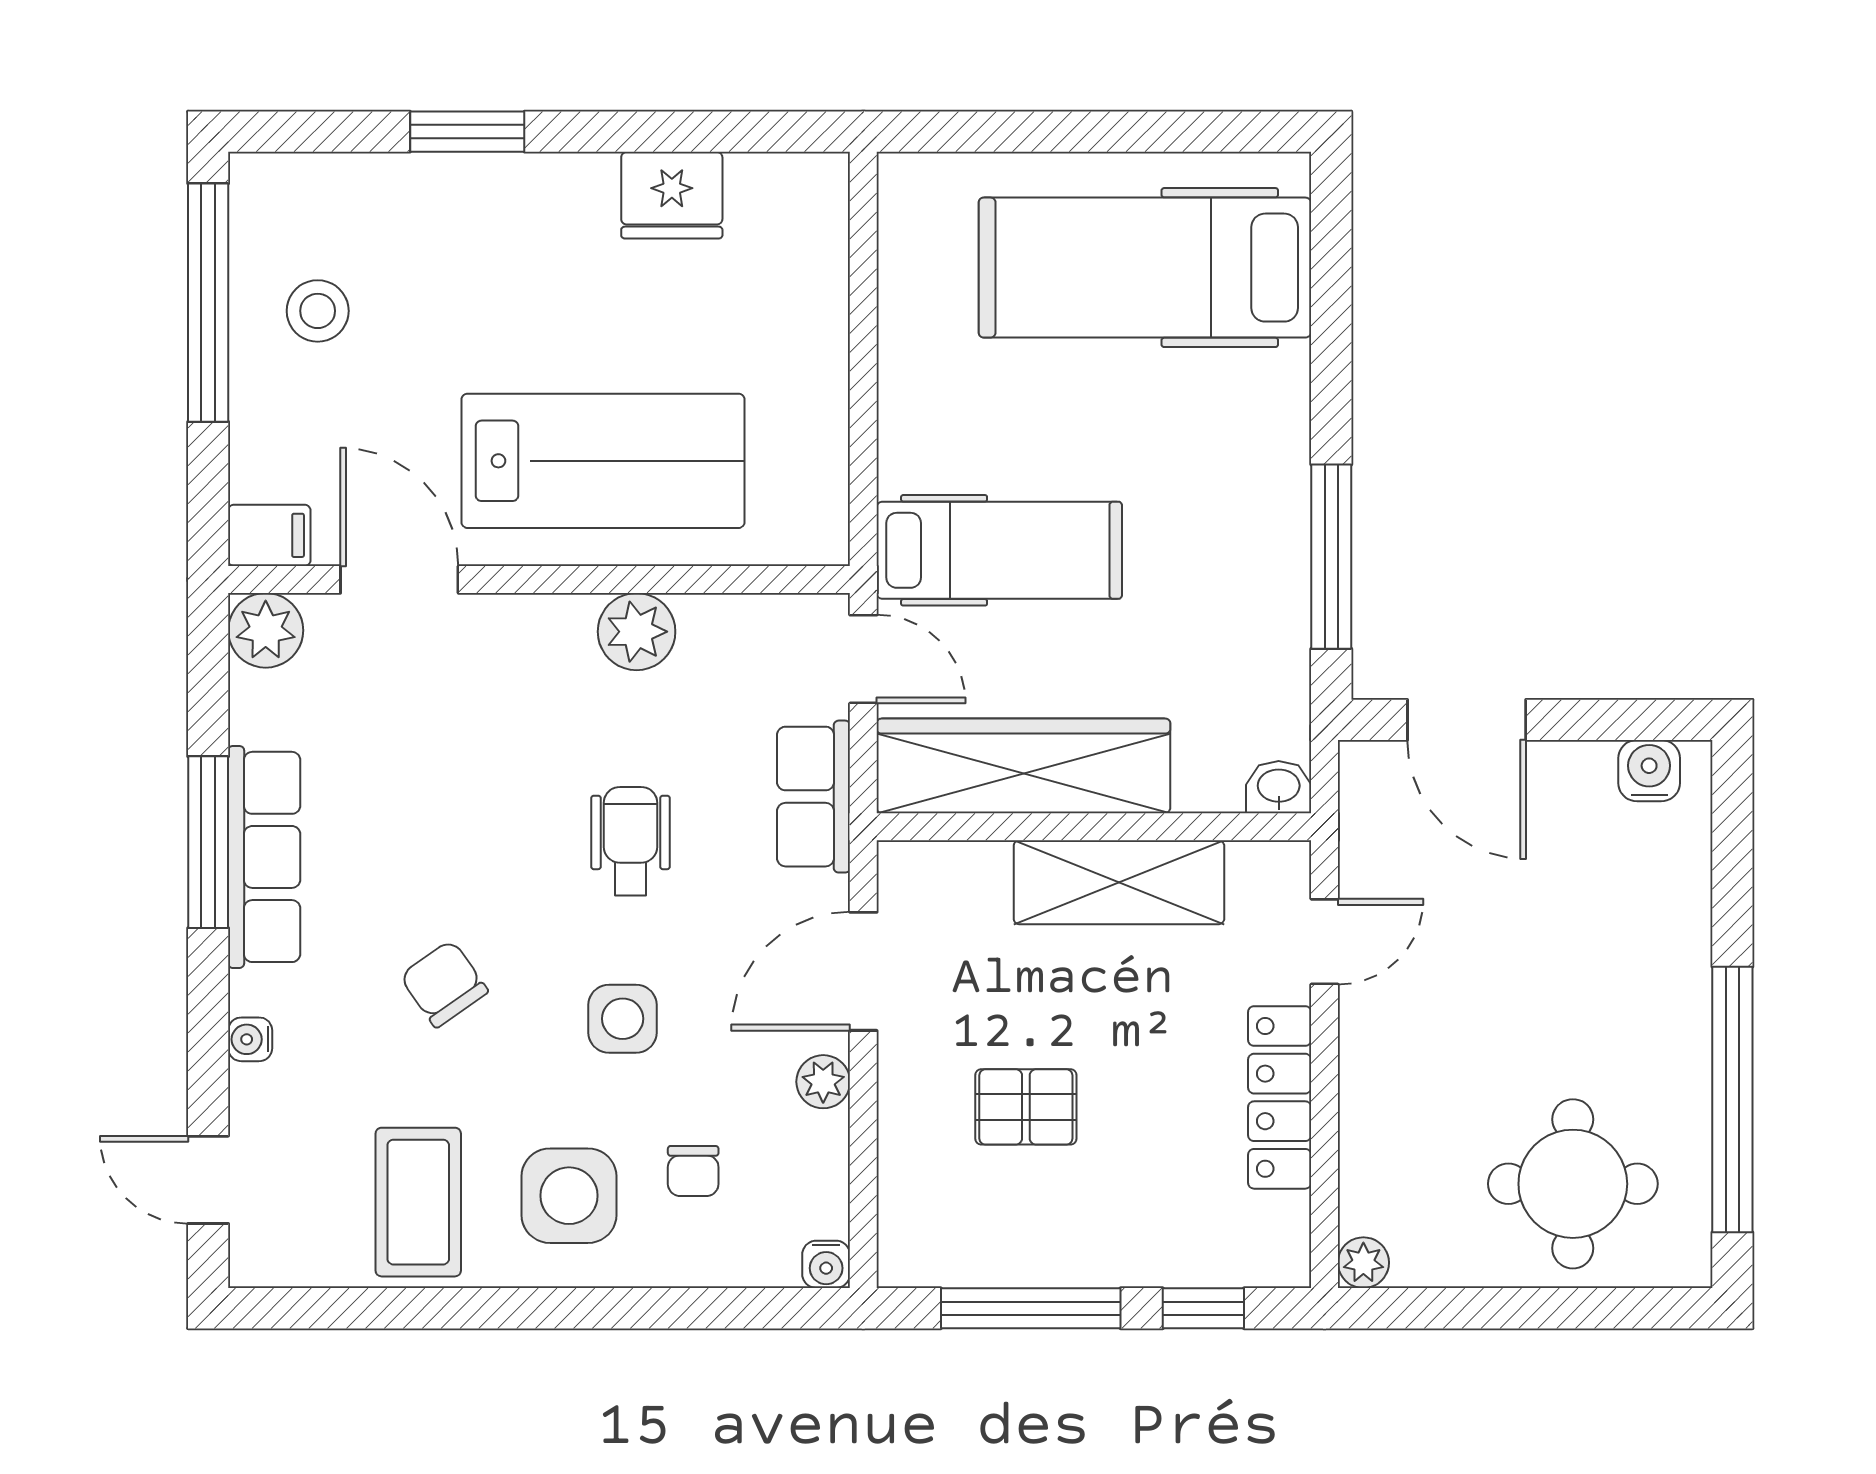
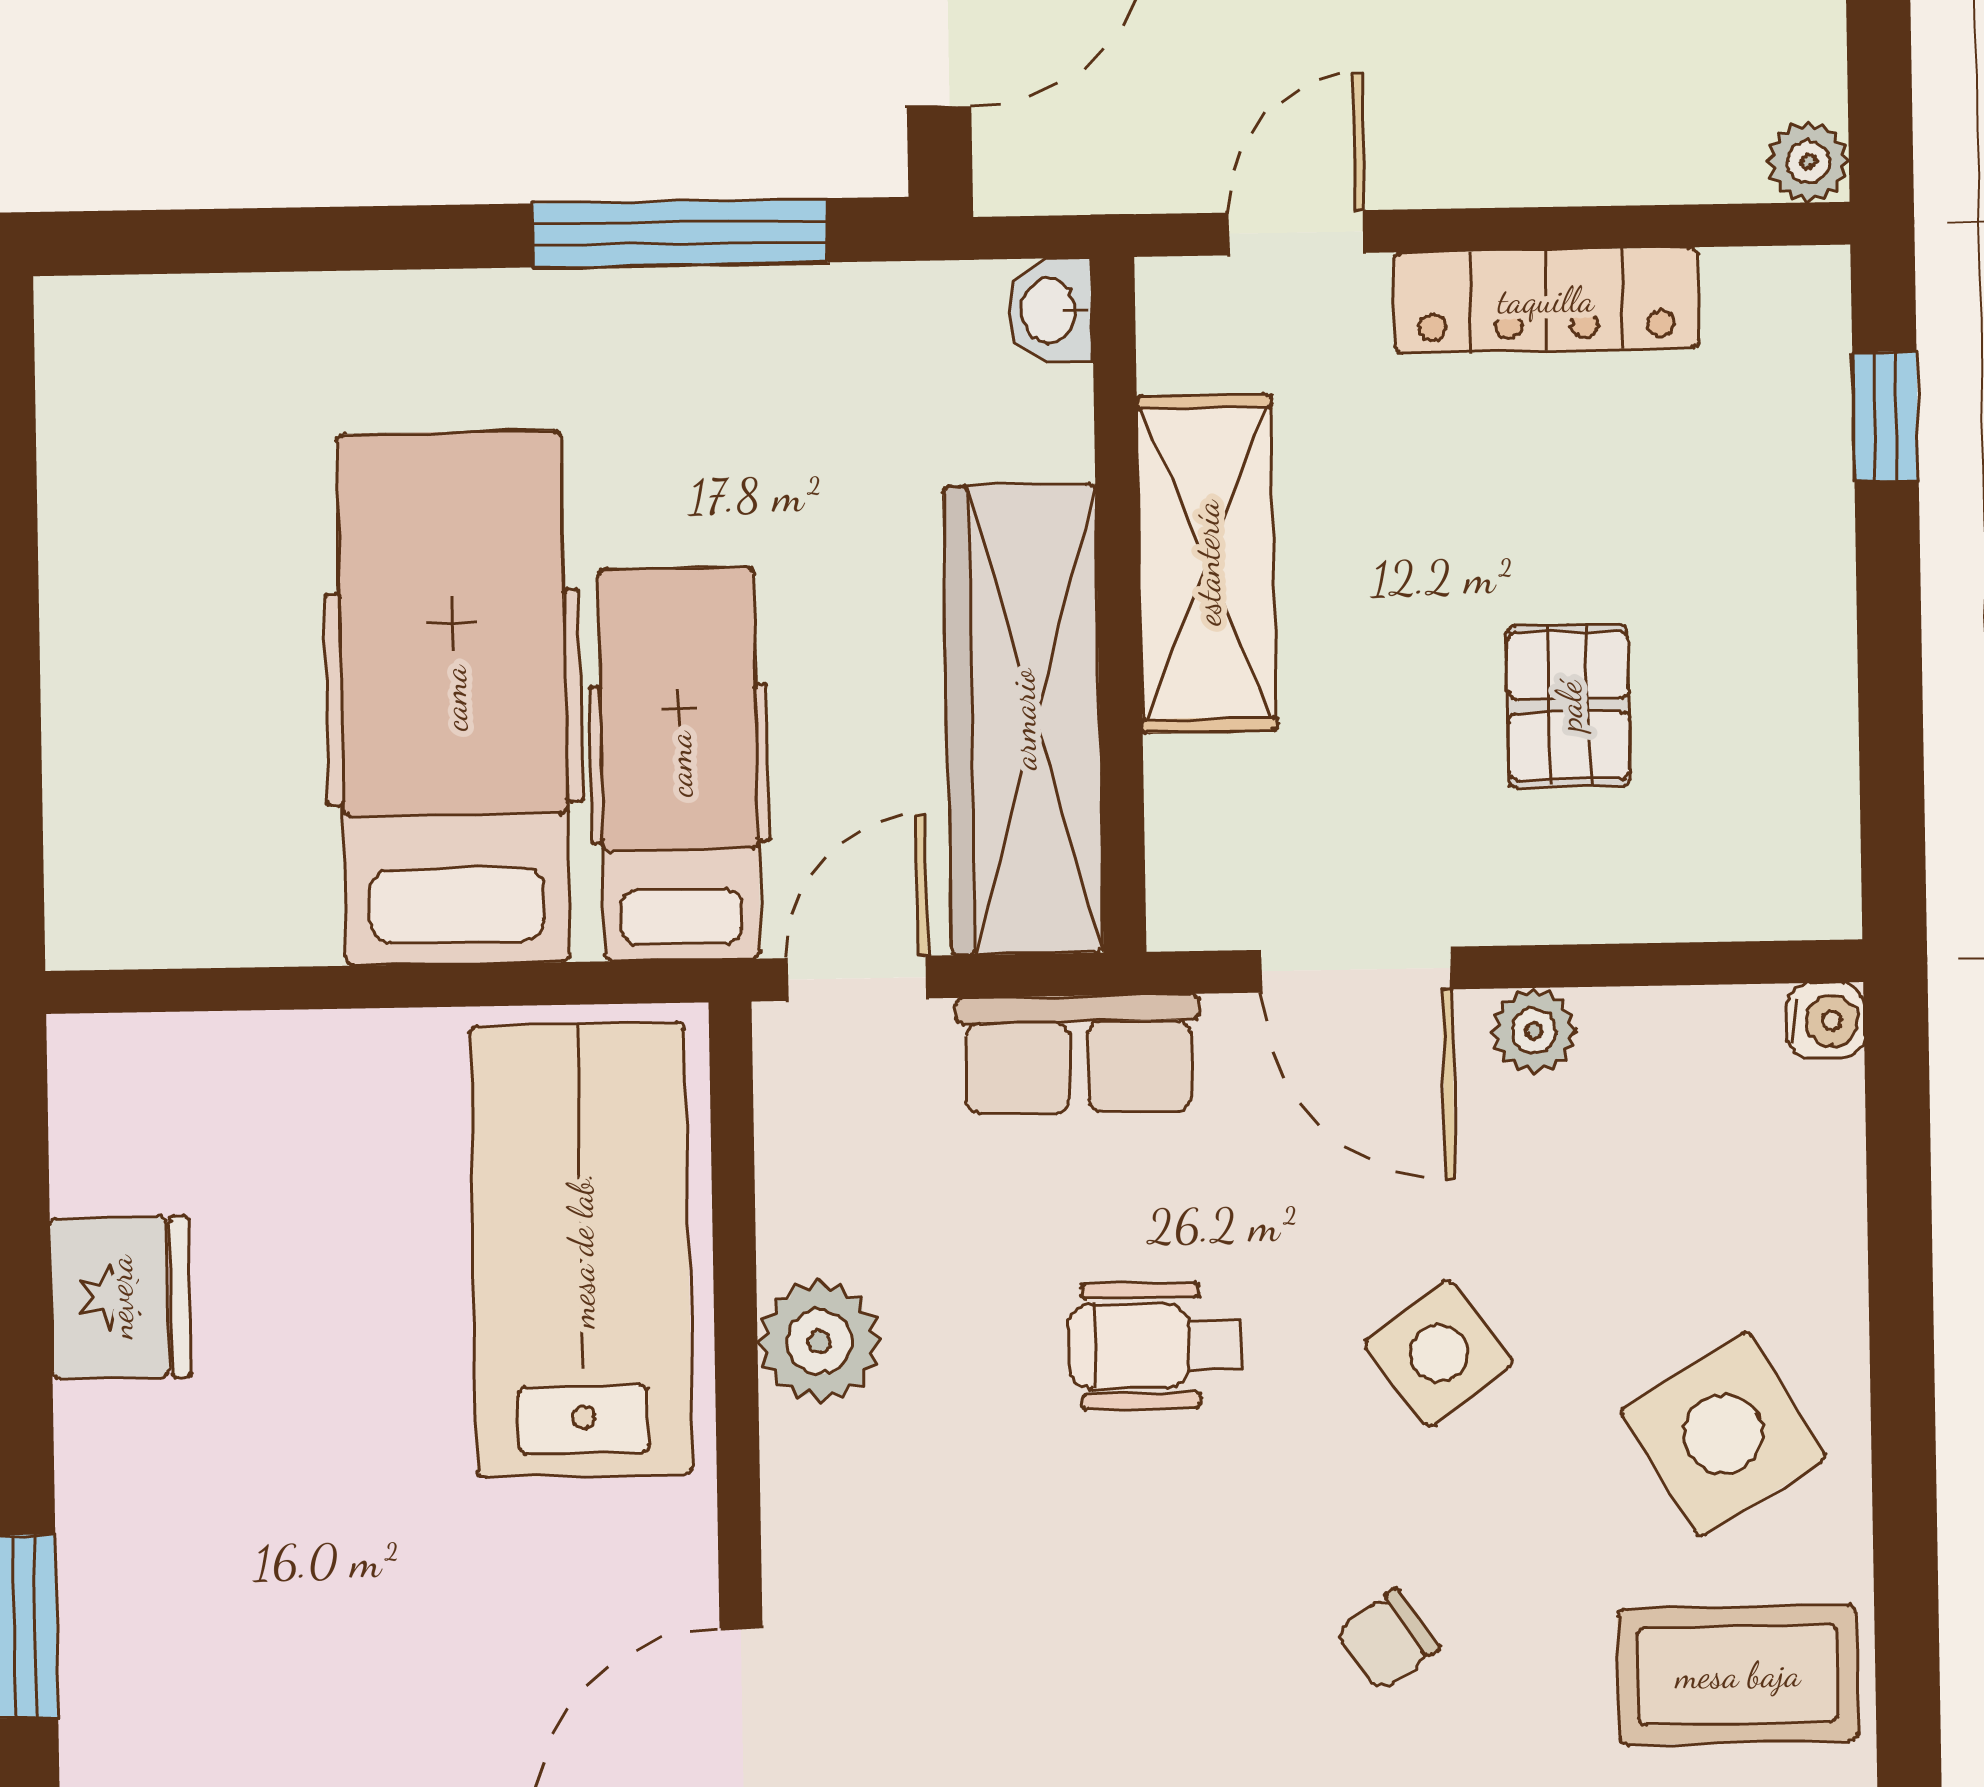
hospital bed: (1145, 268) -> (454, 698), moved, turned 180
lab bench: (603, 461) -> (581, 1250), moved
door: (1325, 942) -> (1296, 233), hinge flipped
chair: (444, 984) -> (1388, 1640), width x0.73, depth x0.73
side table: (623, 1019) -> (1439, 1353), turned -37
chair: (693, 1171) -> (1680, 1236), removed
side table: (569, 1196) -> (1723, 1434), turned -31
window: (1031, 1308) -> (1890, 692), removed

